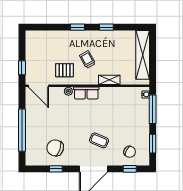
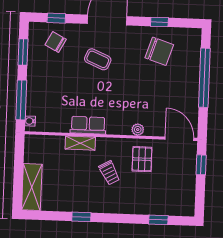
window: (78, 27) -> (158, 220), moved
shelving: (143, 55) -> (32, 187), width x0.68
pallet: (65, 70) -> (142, 159), turned 90
row of seats: (86, 93) -> (88, 125), moved

